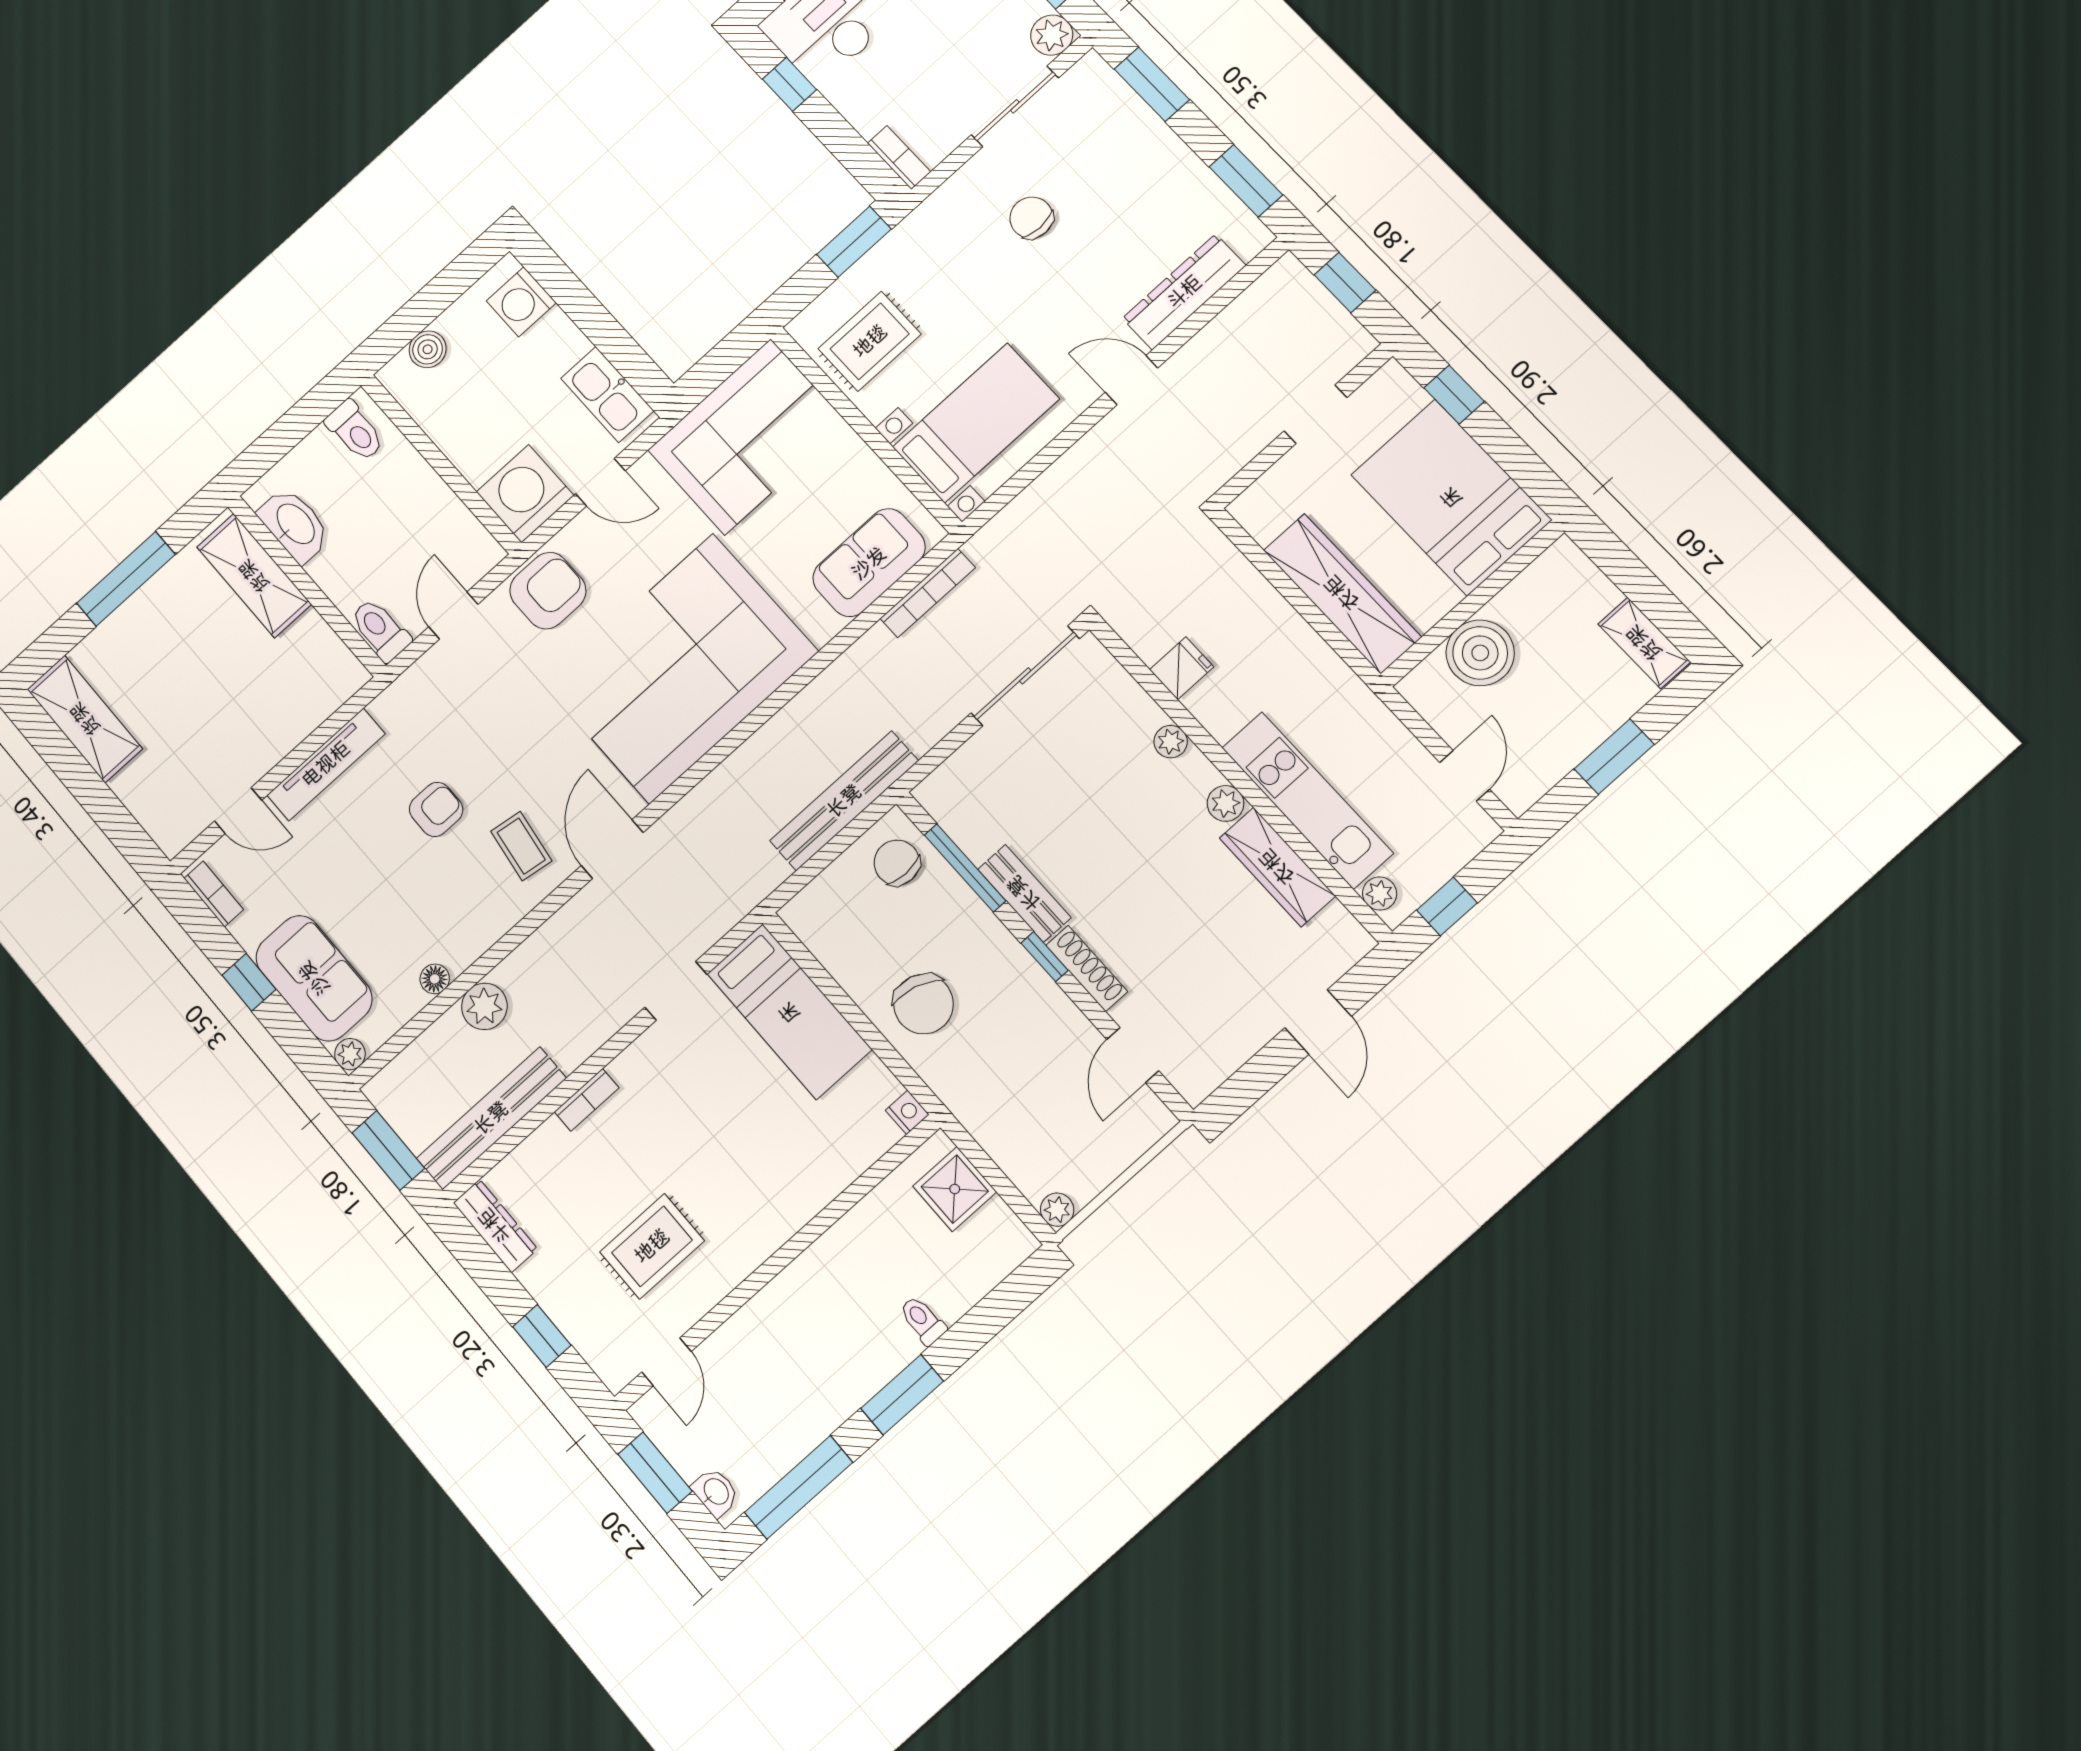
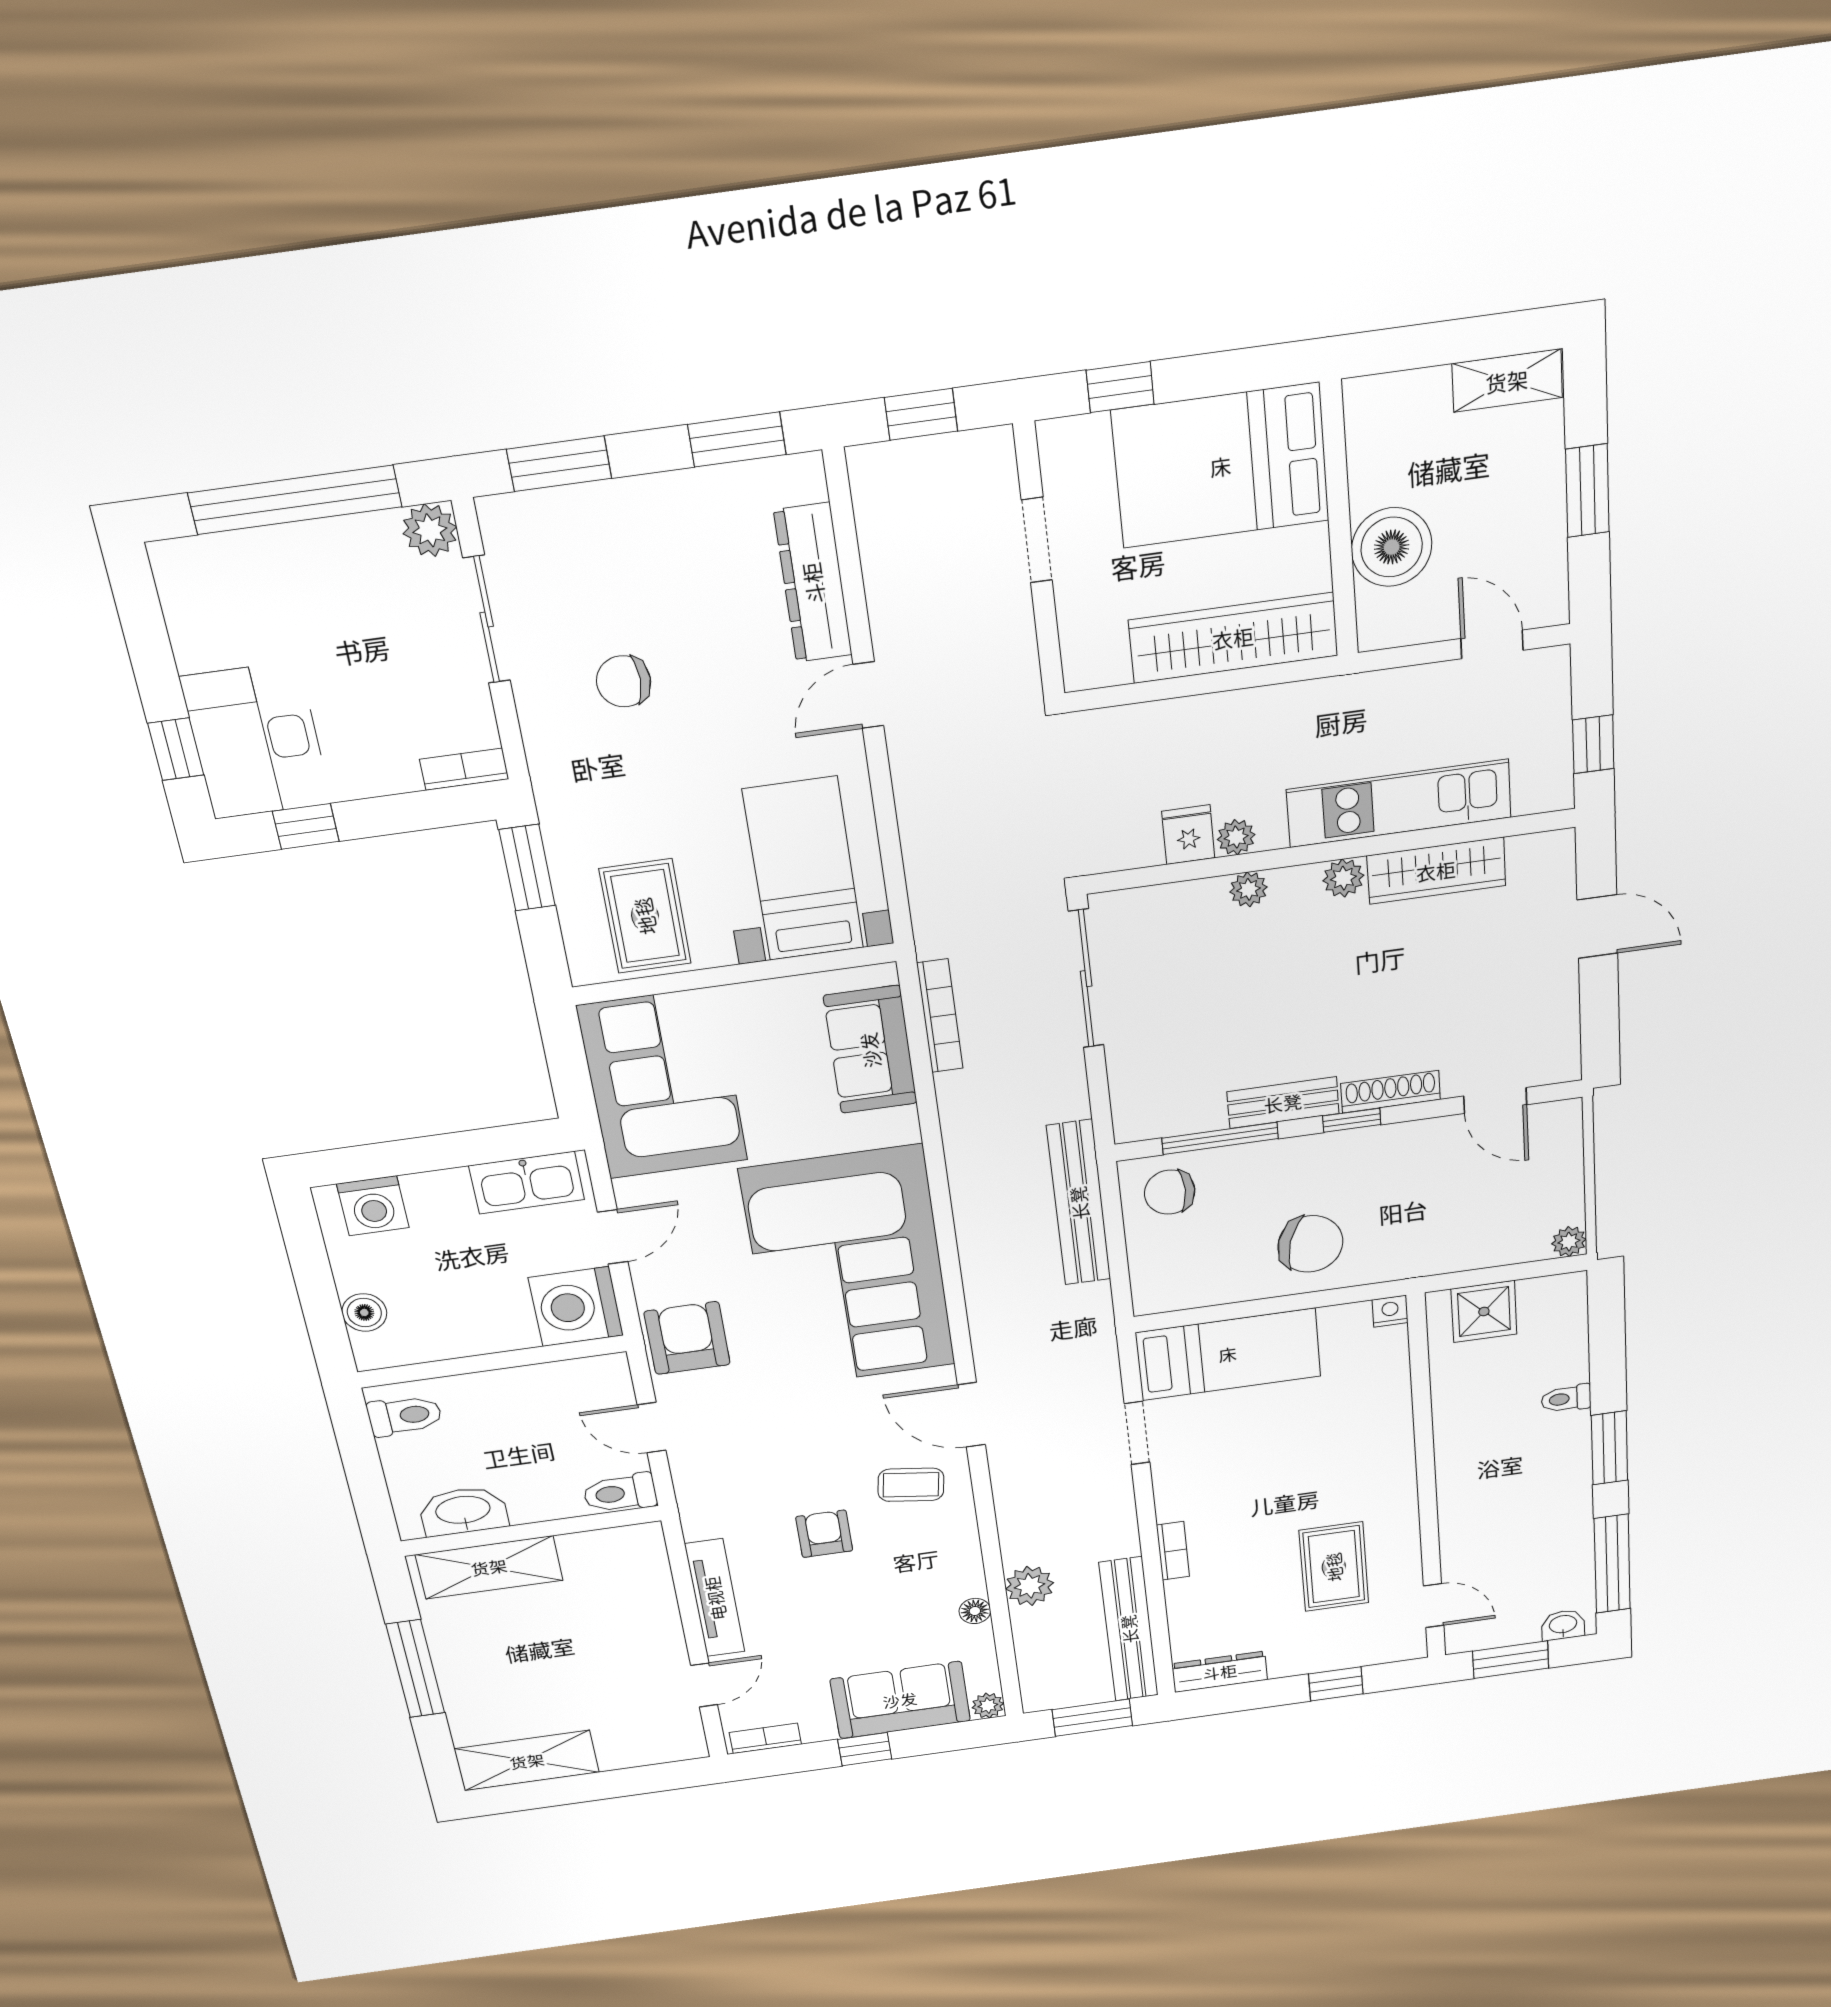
plant: (1380, 894) -> (1236, 837), moved

